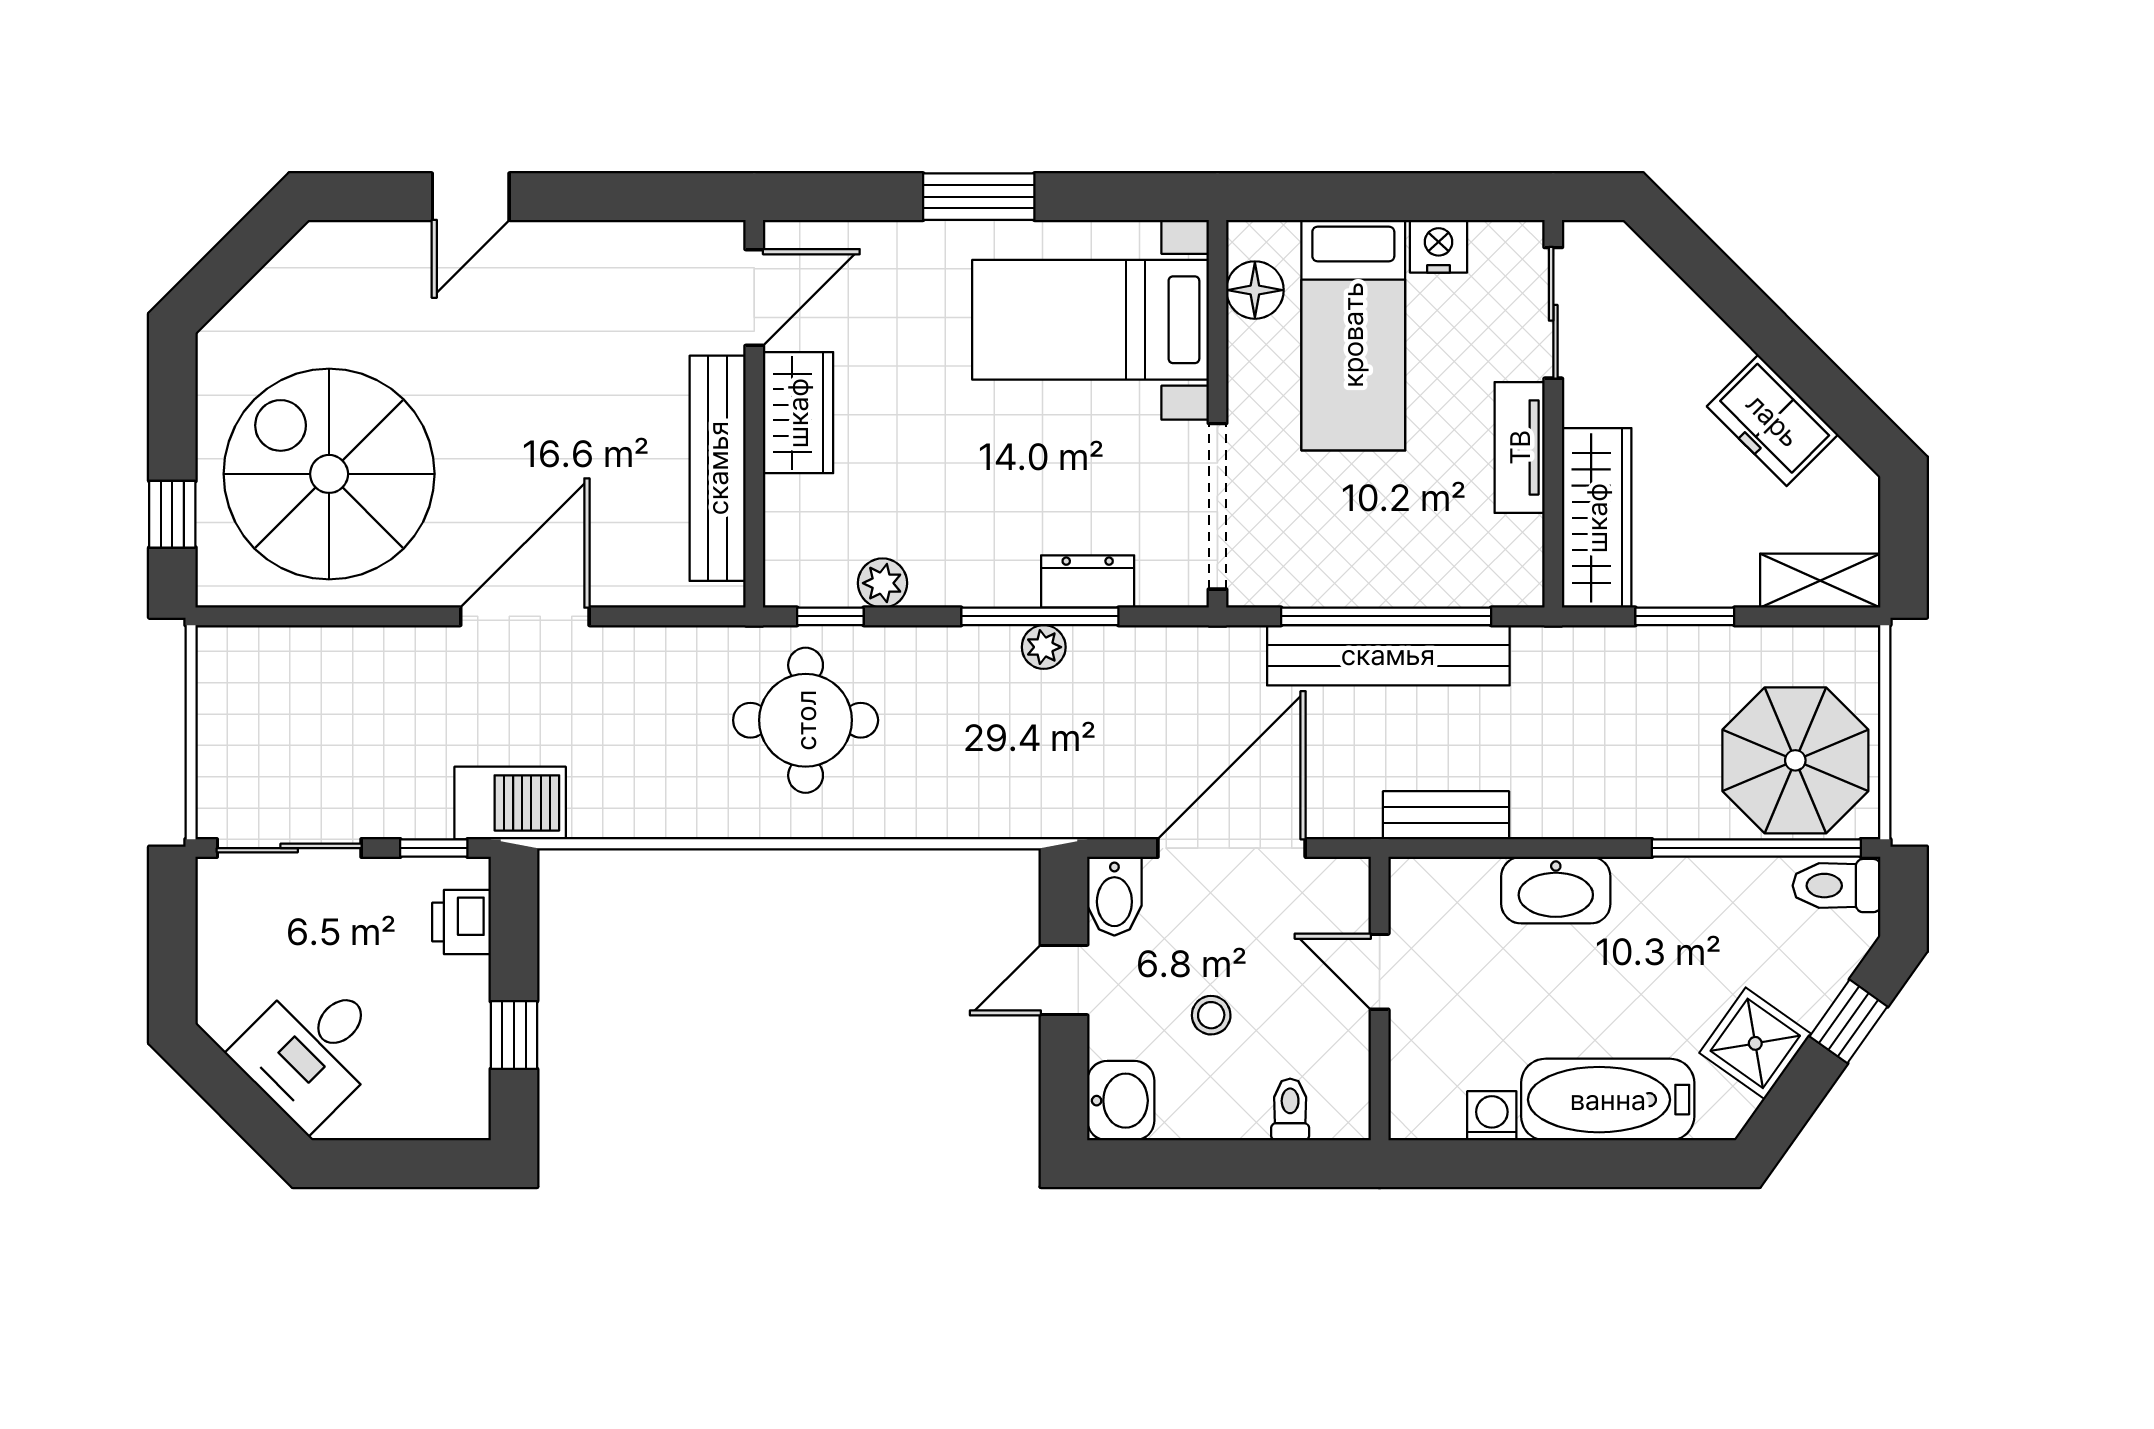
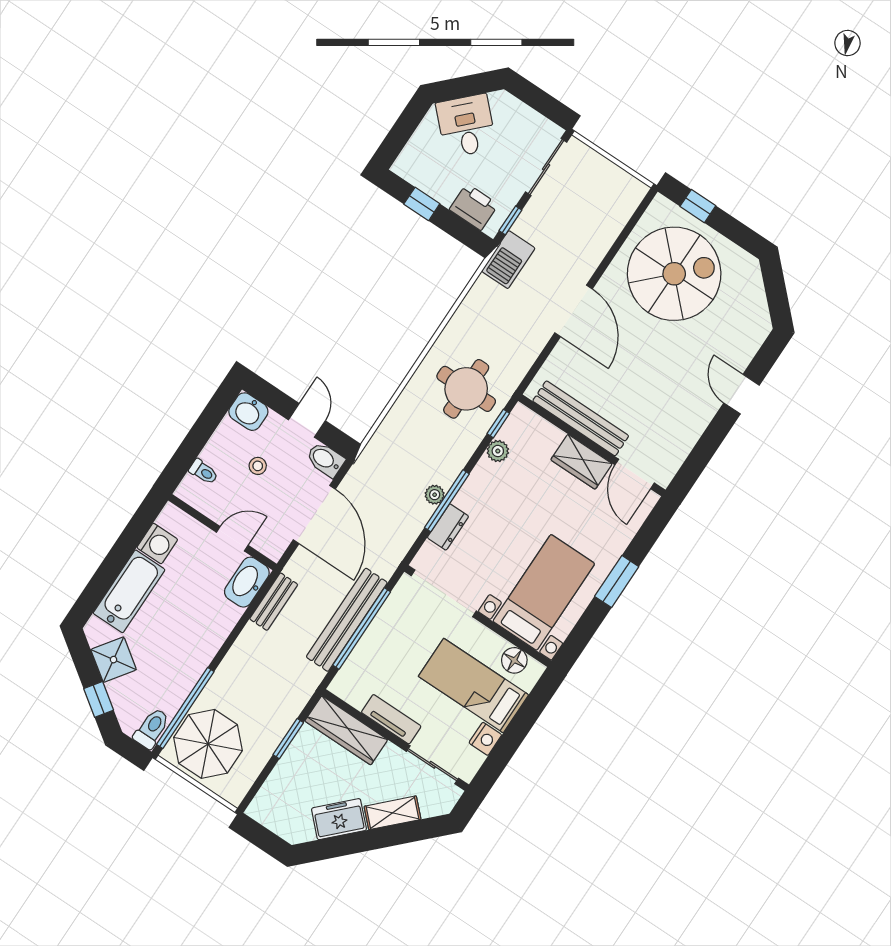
shelving: (1820, 581) -> (393, 813), moved, turned 45
washbasin: (1556, 890) -> (247, 582), moved
printer: (461, 922) -> (474, 207), width x1.36, depth x1.24
washing machine: (1492, 1116) -> (157, 543), width x1.38, depth x1.38

